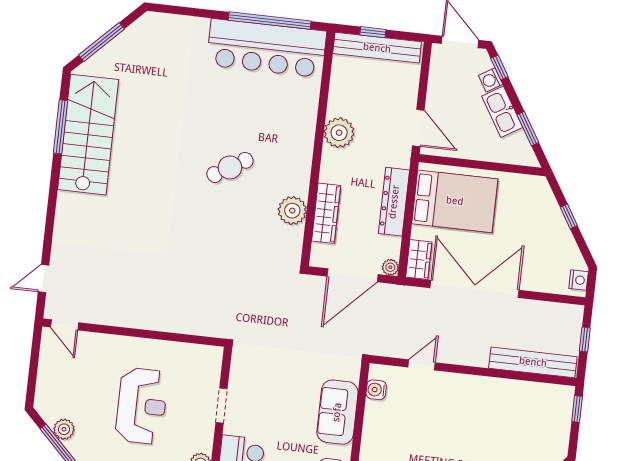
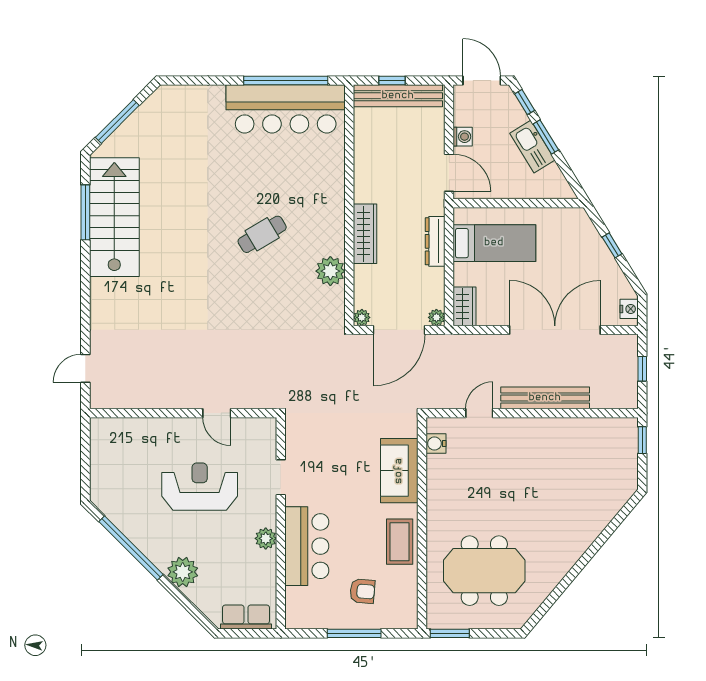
washing machine: (491, 80) -> (463, 137), moved, turned -149
window: (528, 129) -> (546, 137), moved
plant: (339, 133) -> (362, 317), moved, width x0.53, depth x0.53
bed: (455, 201) -> (494, 243), width x0.67
dresser: (394, 202) -> (435, 241), width x0.73, depth x0.80
wardrobe: (326, 213) -> (365, 234), moved
double door: (475, 289) -> (555, 330), moved
door: (65, 325) -> (217, 413), moved
bench: (533, 362) -> (545, 398), moved
reception desk: (142, 406) -> (200, 487), turned -90
plant: (64, 429) -> (123, 519), removed

